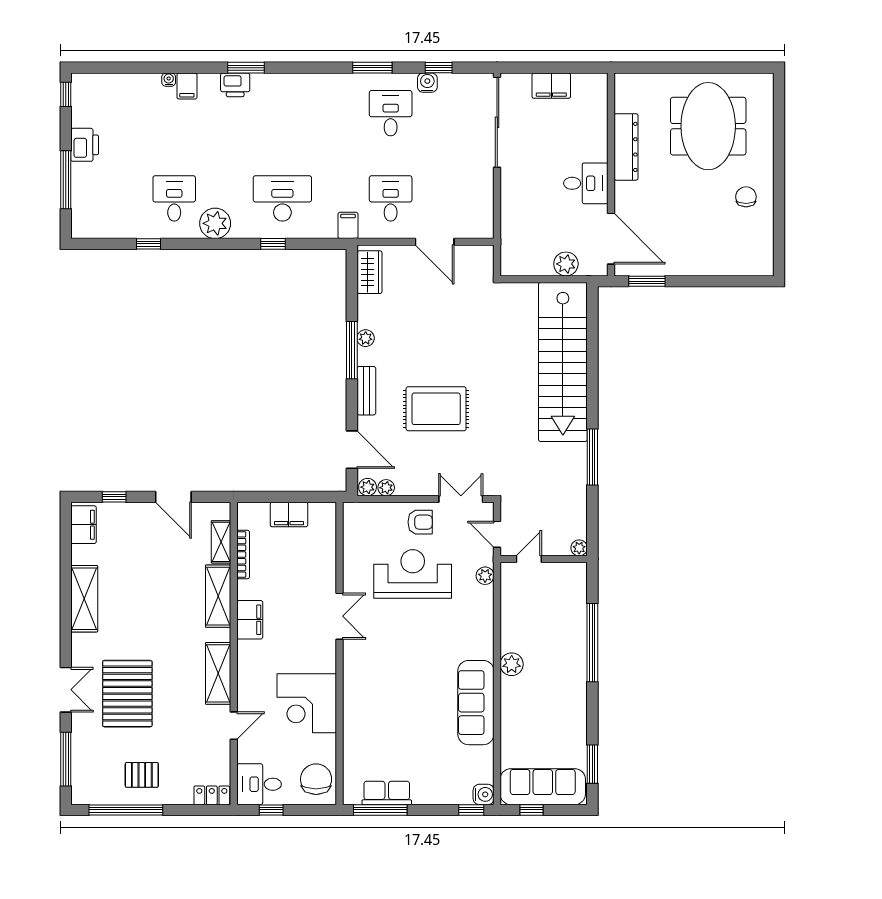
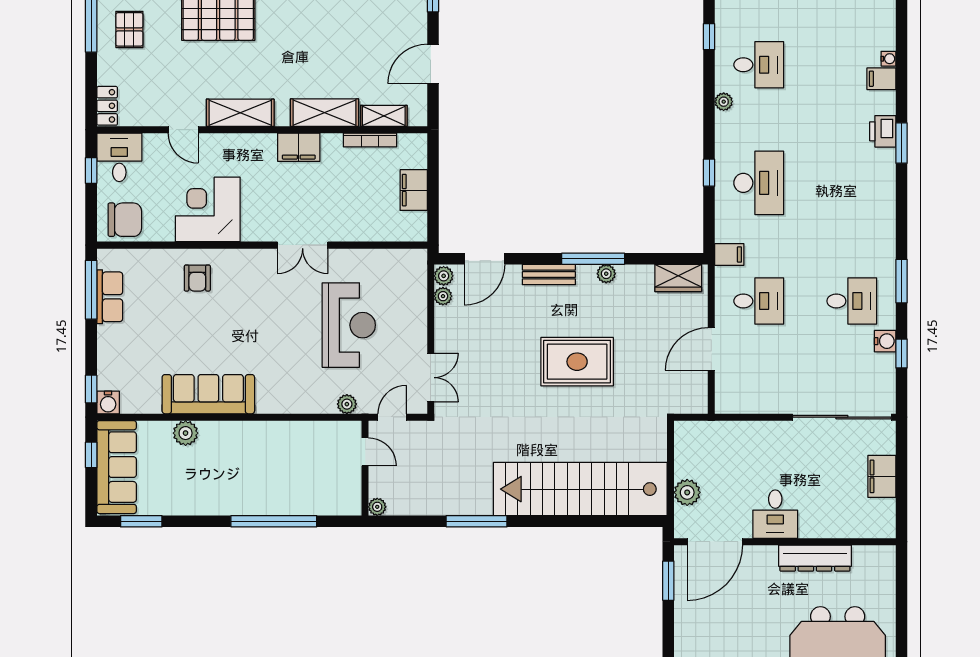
plant: (215, 223) -> (724, 102), width x0.53, depth x0.53
rug: (436, 409) -> (577, 362), moved, turned 90
armchair: (420, 522) -> (197, 278), moved
plant: (512, 664) -> (186, 433), moved

